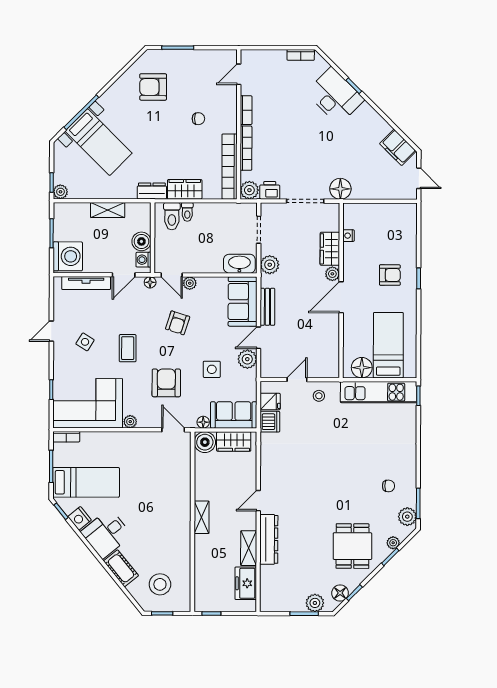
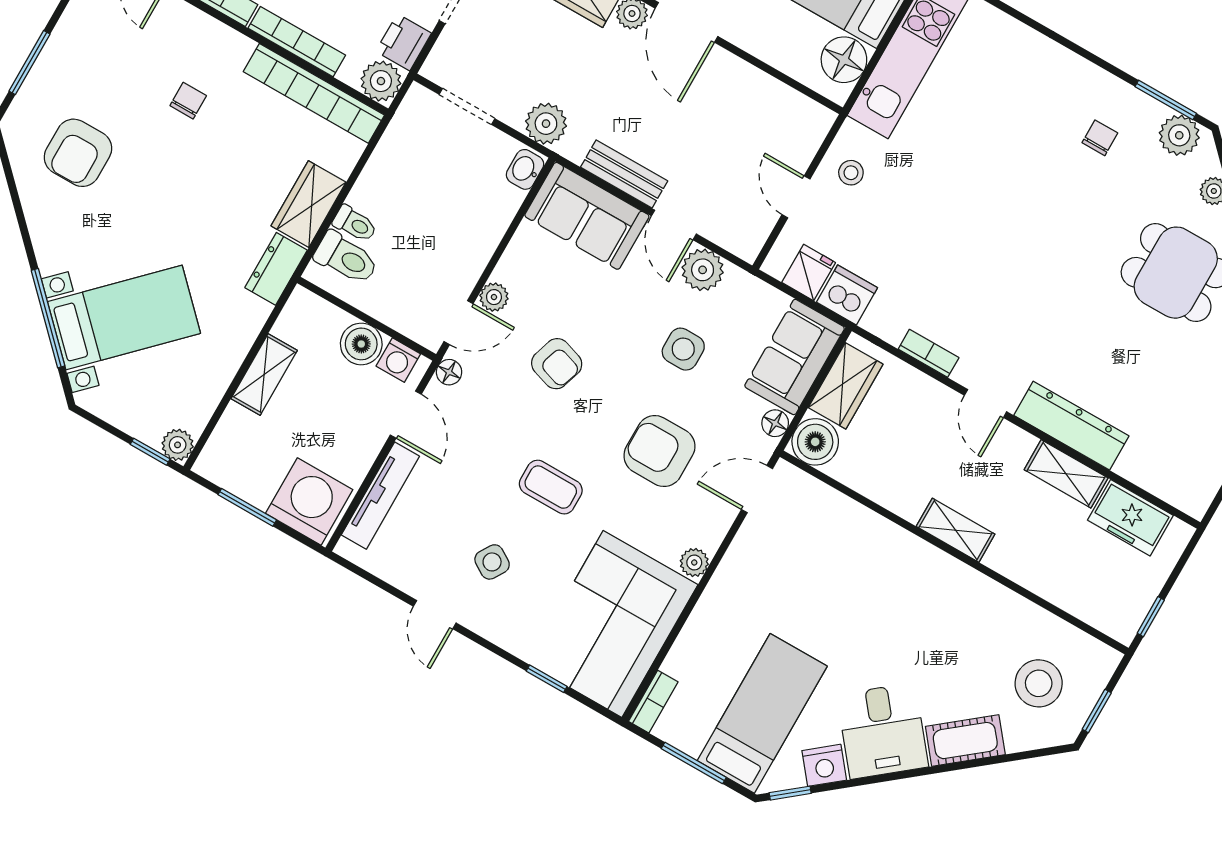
washbasin: (239, 264) -> (525, 169), width x0.52, depth x0.69
bookcase: (265, 467) -> (929, 353), added

